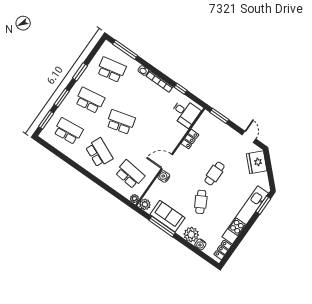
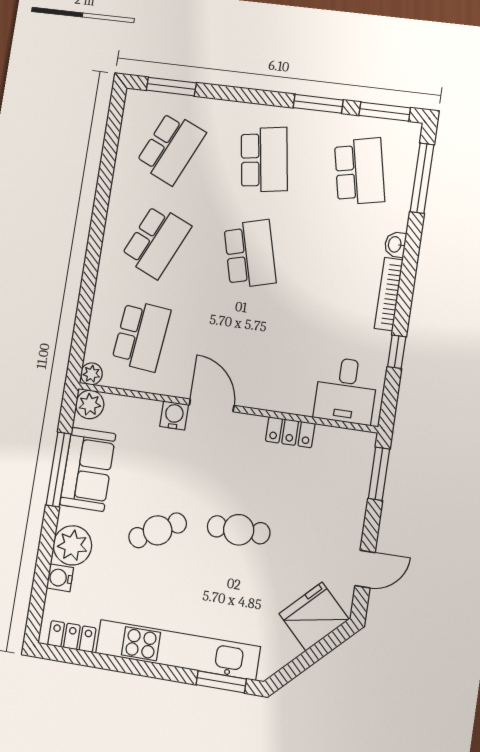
window: (62, 98) -> (385, 112), moved
school desk: (68, 131) -> (171, 148), turned 30

